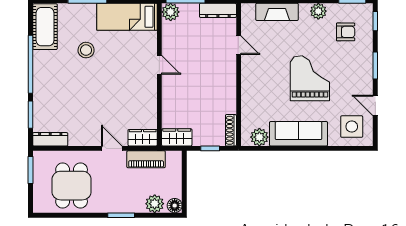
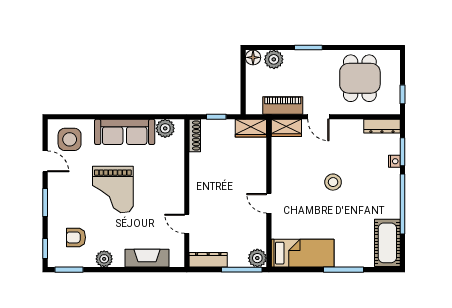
stool: (86, 50) -> (333, 182), moved
nightstand: (38, 105) -> (394, 161), added
window: (31, 170) -> (402, 94), width x0.67

